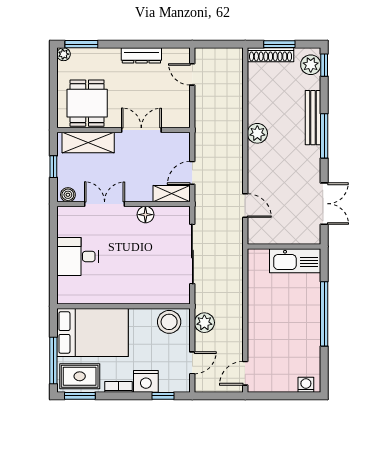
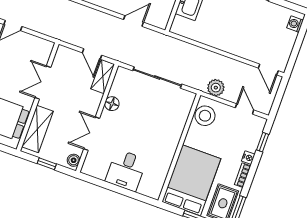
nightstand: (146, 381) -> (248, 158), width x0.53, depth x0.56

